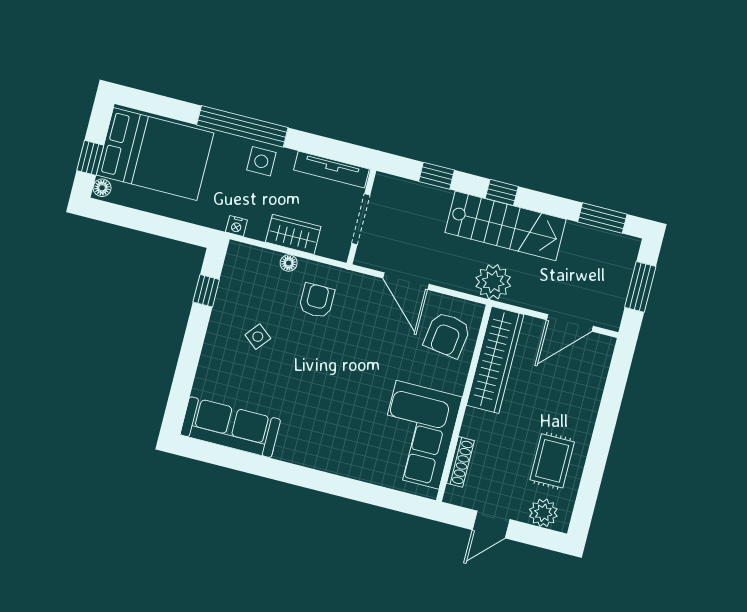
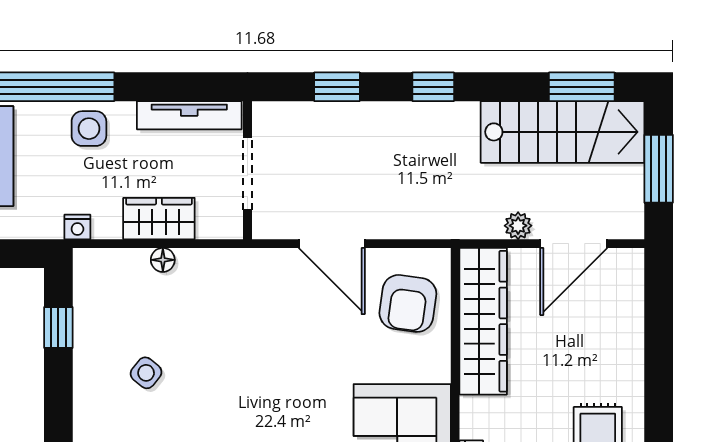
stairs: (506, 226) -> (563, 132), moved
plant: (493, 282) -> (518, 226), moved, width x0.53, depth x0.53
armchair: (317, 301) -> (215, 302), removed

